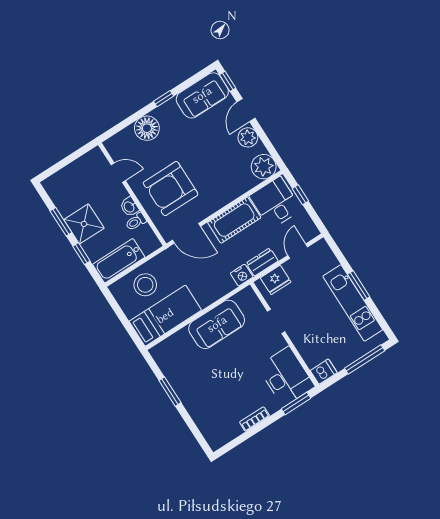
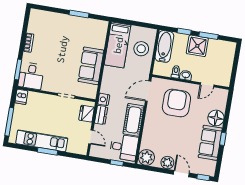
sofa: (202, 95) -> (210, 143), moved
desk: (286, 376) -> (31, 76), width x0.73

